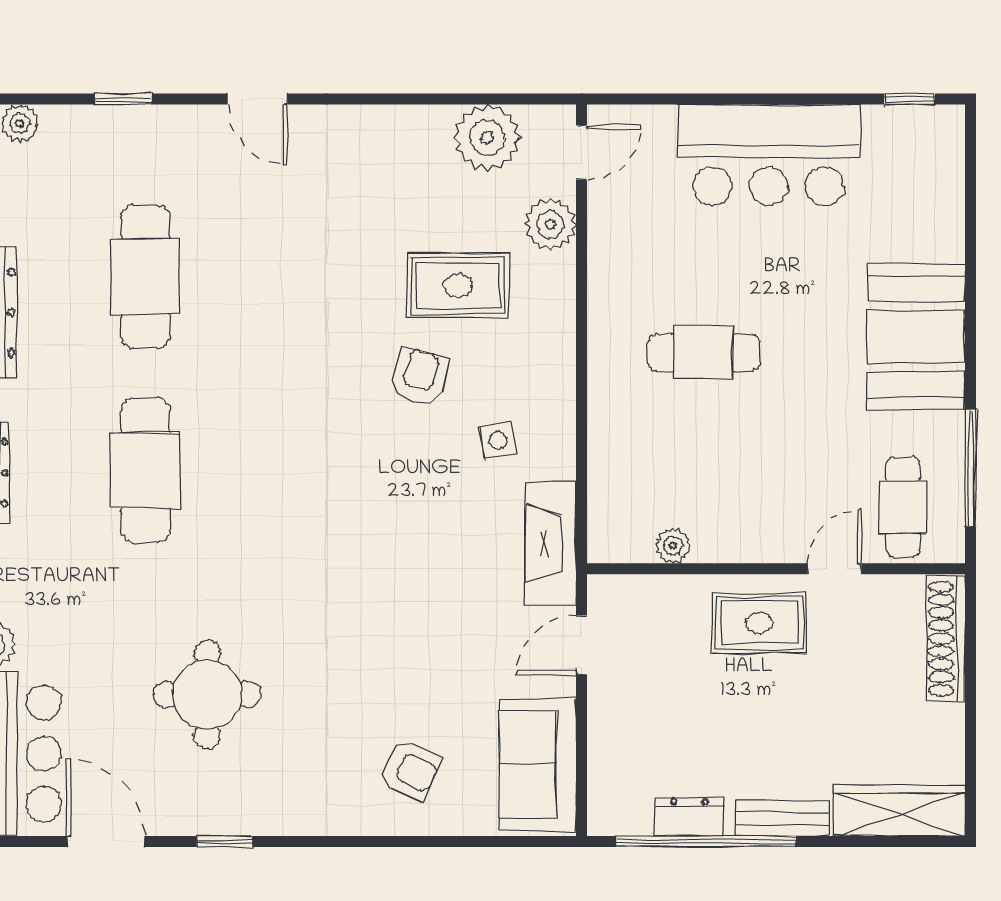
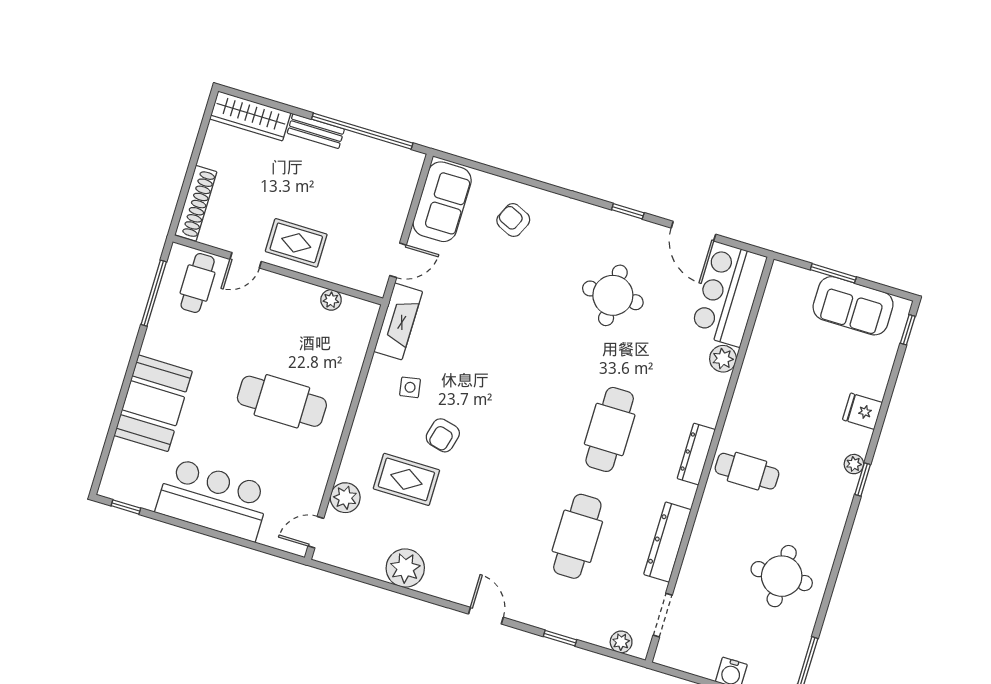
plant: (487, 138) -> (405, 568), moved
booth: (916, 337) -> (153, 403), moved
cafe table: (704, 353) -> (282, 401), width x1.37, depth x1.35
dresser: (690, 817) -> (367, 147), removed

